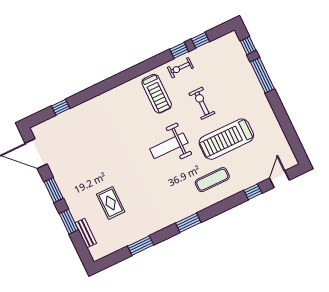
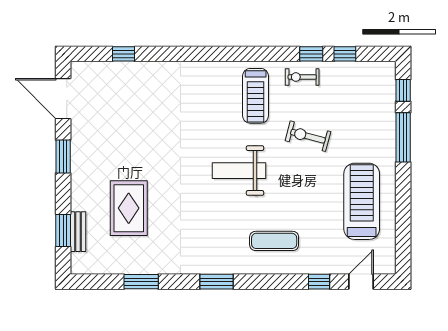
exercise bike: (202, 103) -> (308, 136), turned -75
treadmill: (226, 139) -> (362, 201), moved, turned 90
rug: (111, 203) -> (129, 208), width x1.36, depth x1.43
window: (69, 222) -> (63, 231), moved

